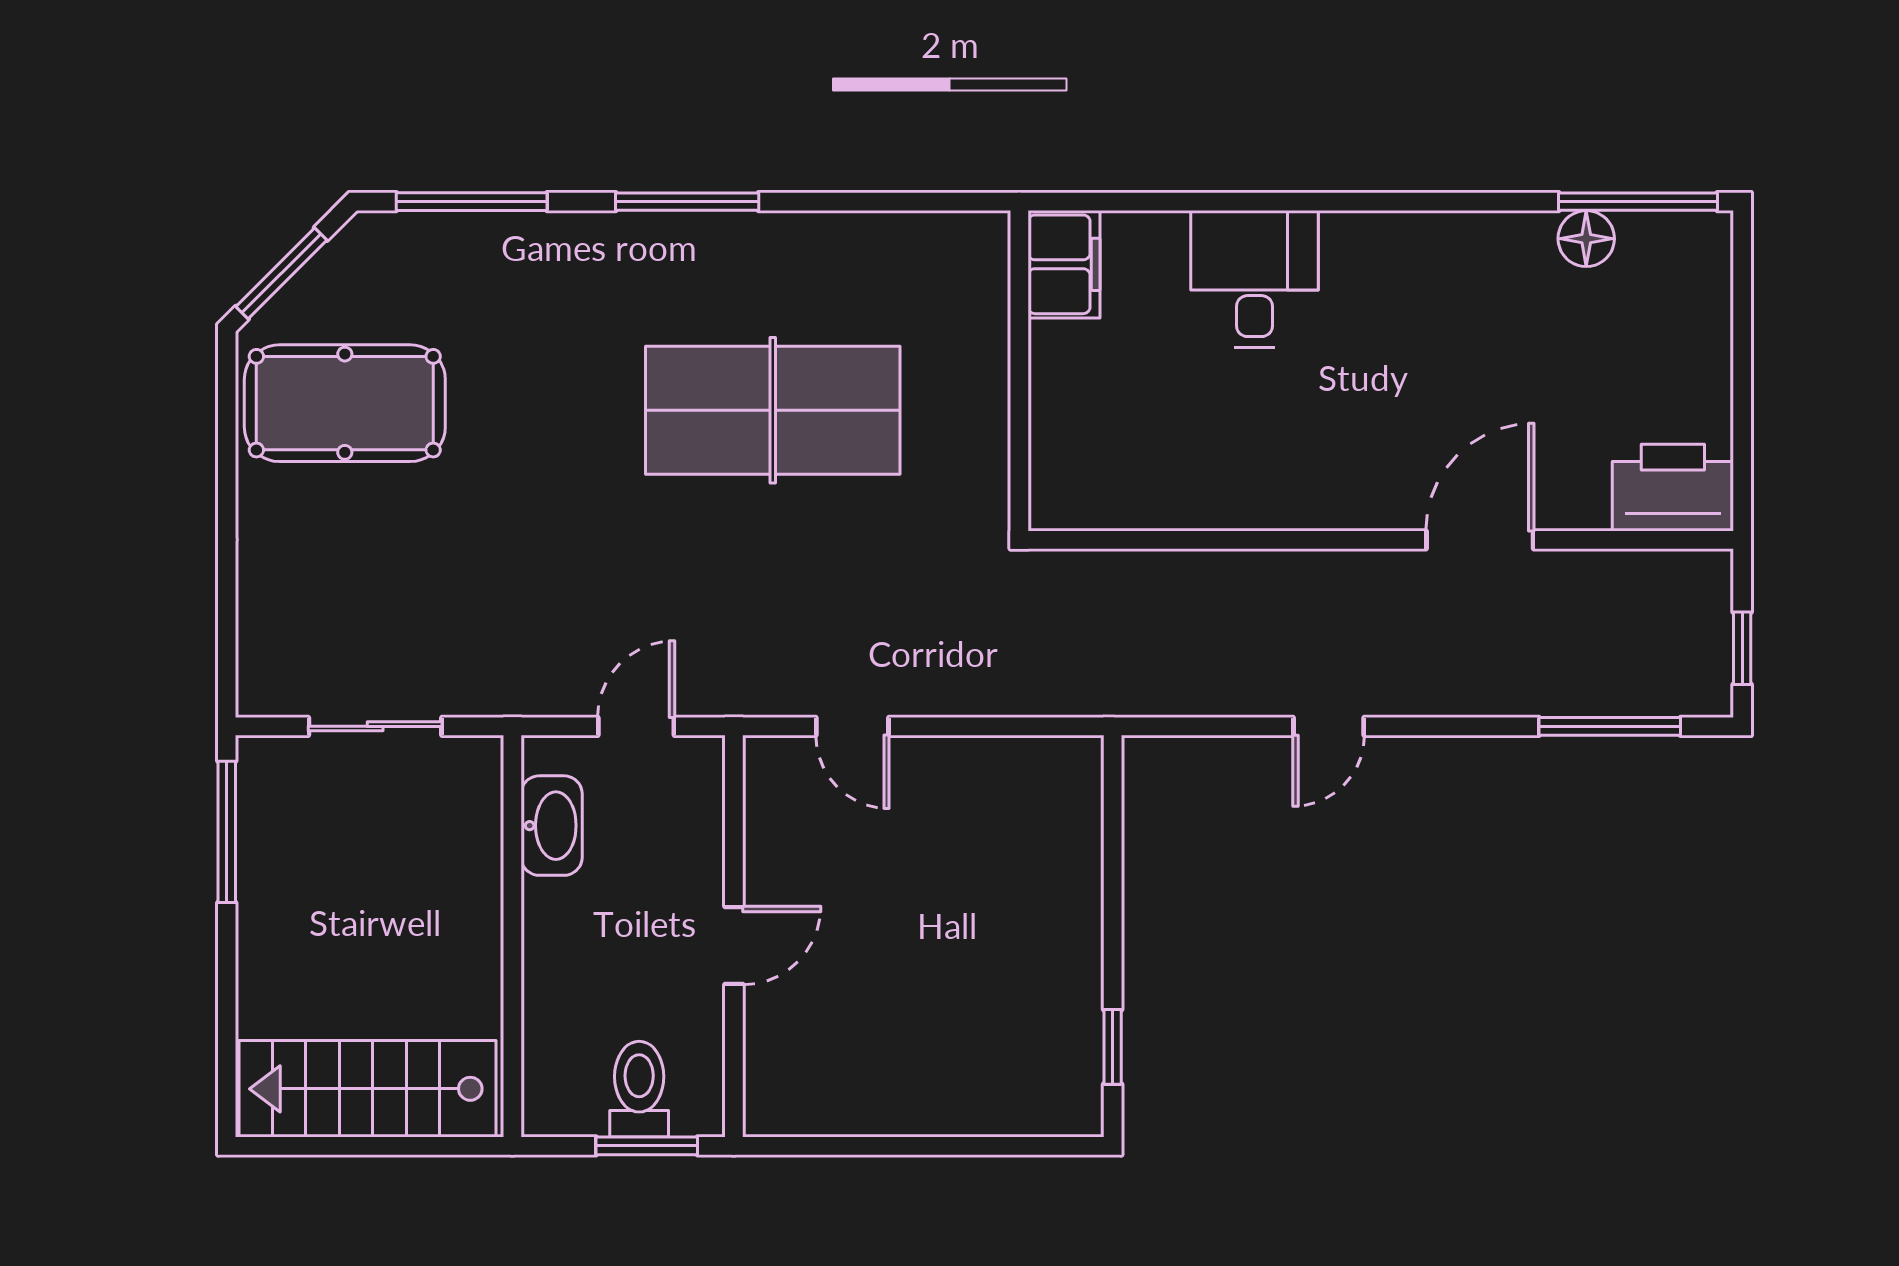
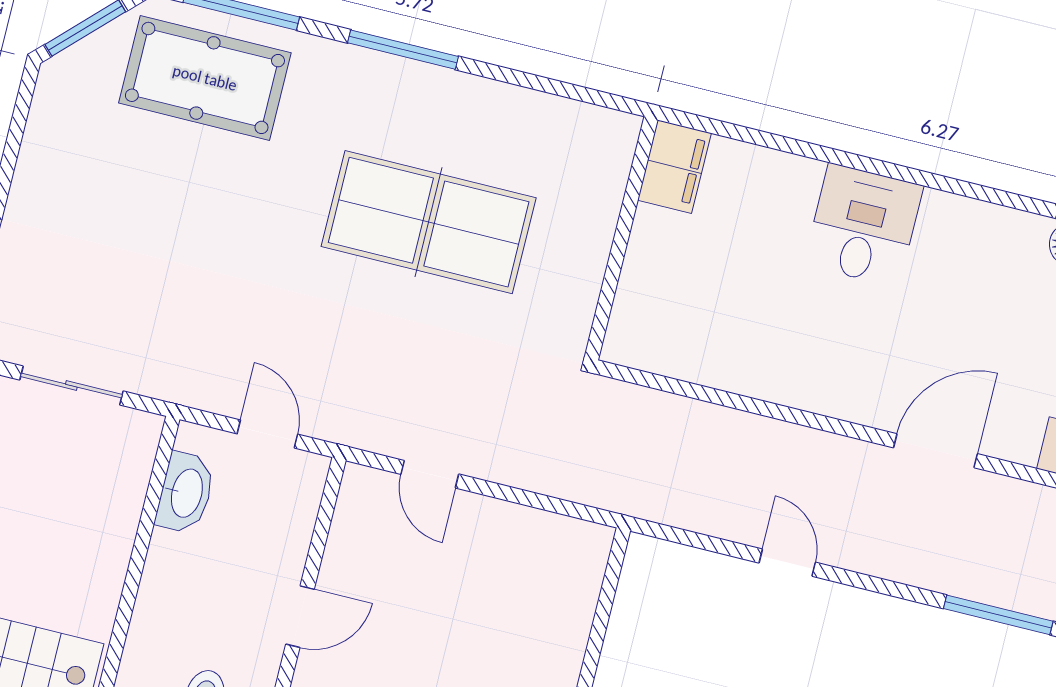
desk: (1255, 279) -> (864, 225), moved
pool table: (345, 403) -> (205, 78), moved
door: (636, 726) -> (267, 434), hinge flipped
door: (1329, 726) -> (787, 563), swing flipped

